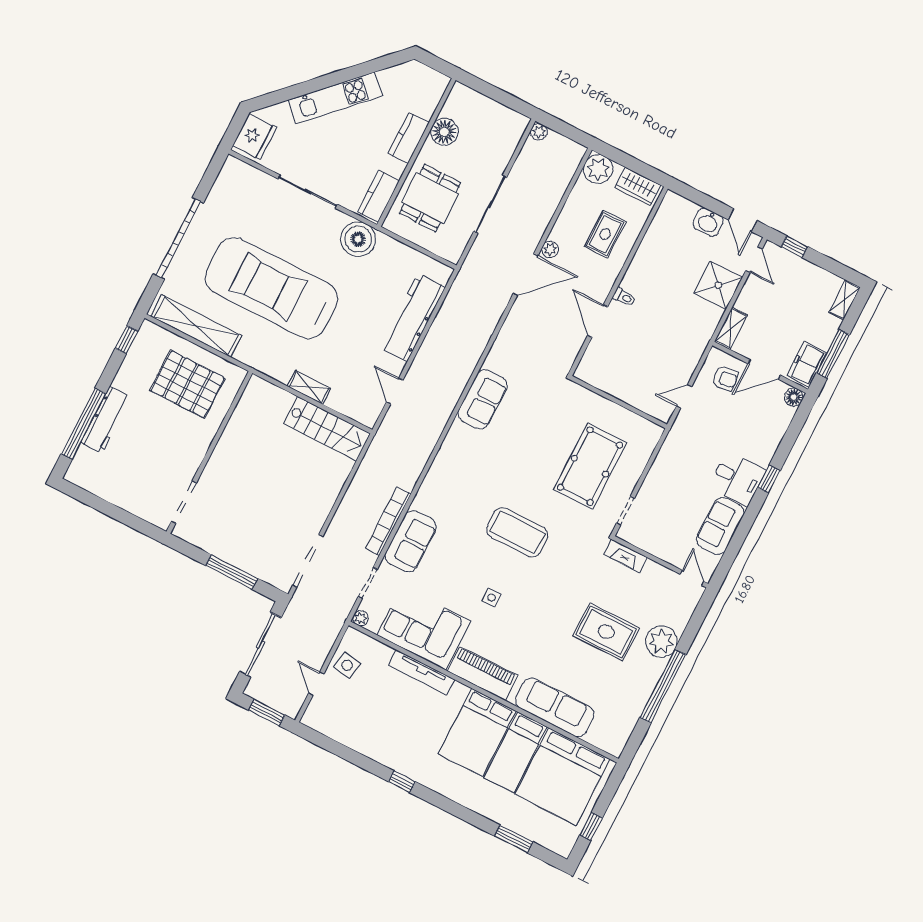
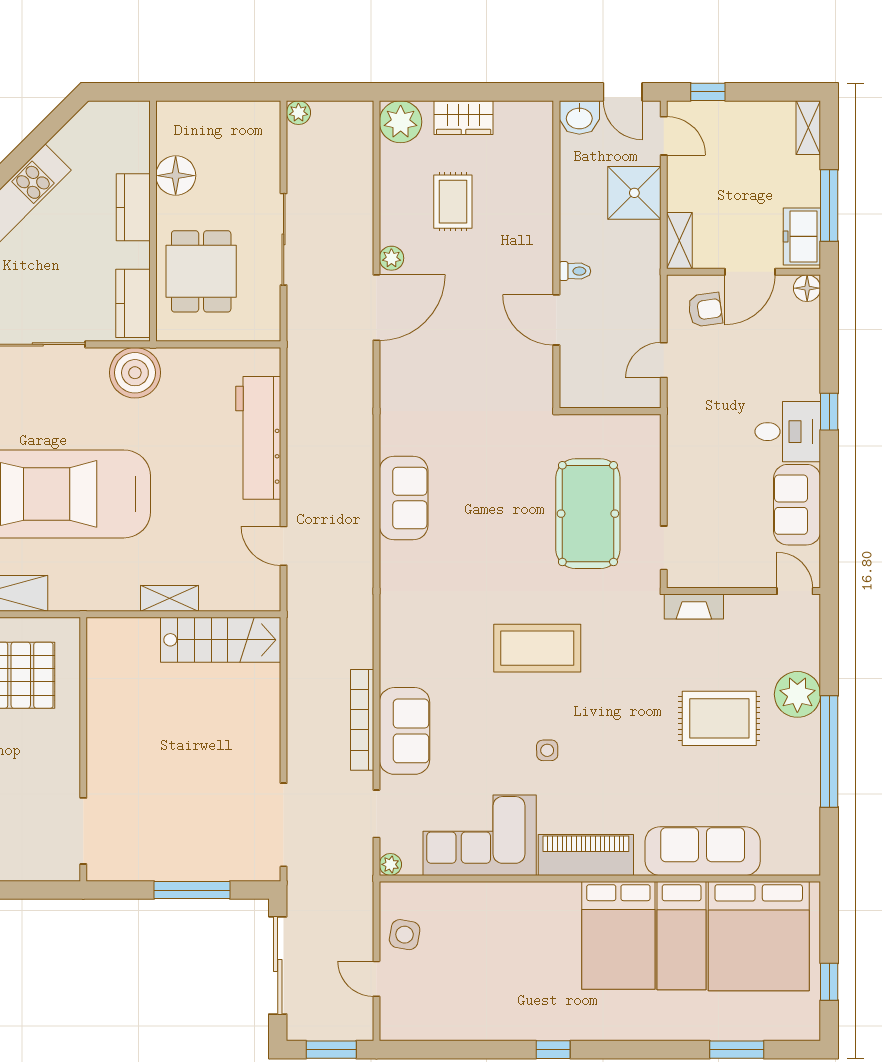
wall: (618, 281) -> (556, 254), moved
toilet: (624, 297) -> (575, 271), moved
door: (598, 321) -> (556, 320), moved
tv unit: (421, 672) -> (506, 894), removed

